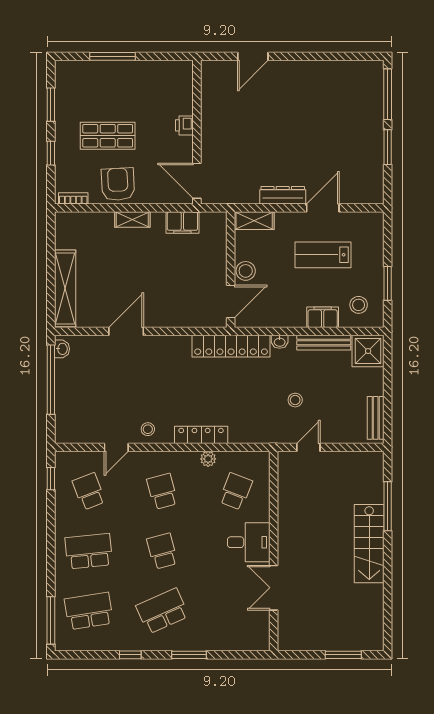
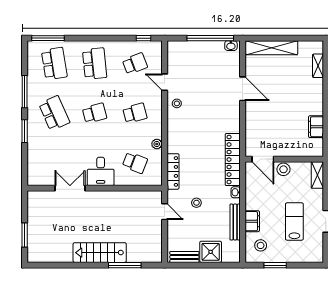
shelving: (132, 220) -> (318, 66), moved
shower: (368, 351) -> (211, 252), moved
locker: (201, 435) -> (173, 171), moved
window: (130, 655) -> (25, 92), width x2.17

